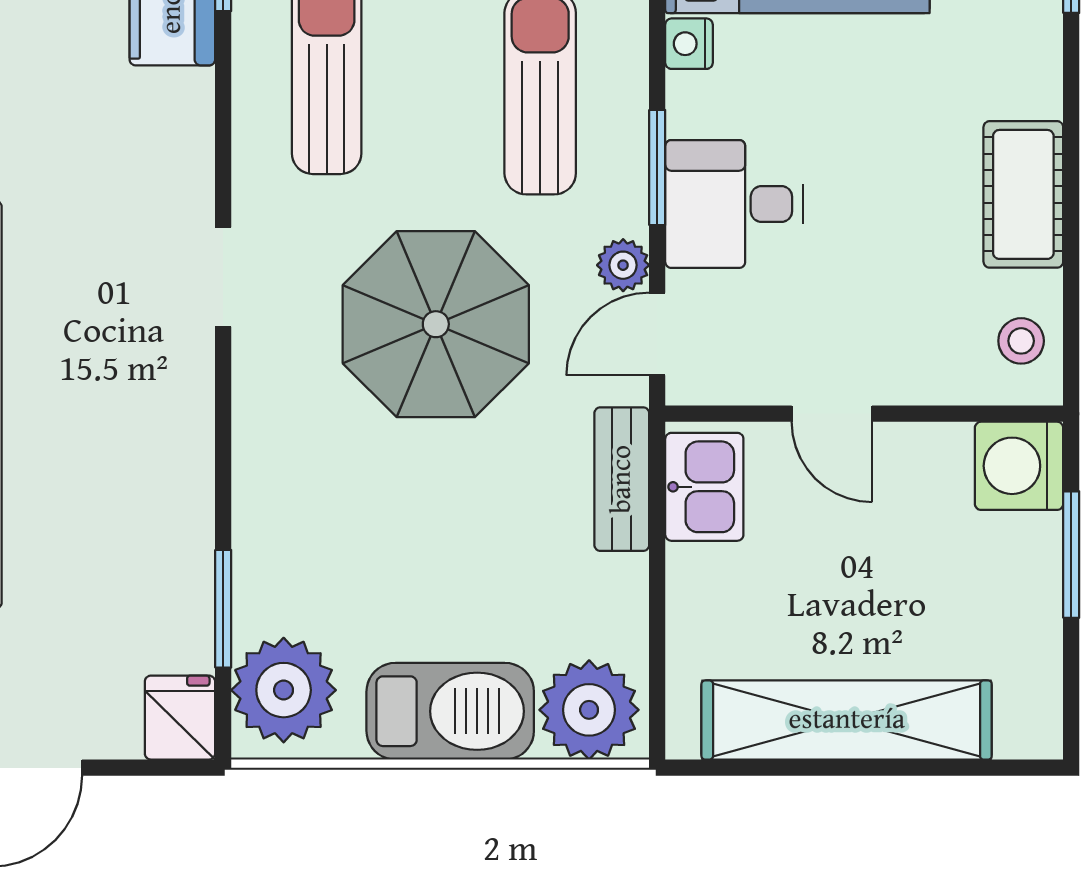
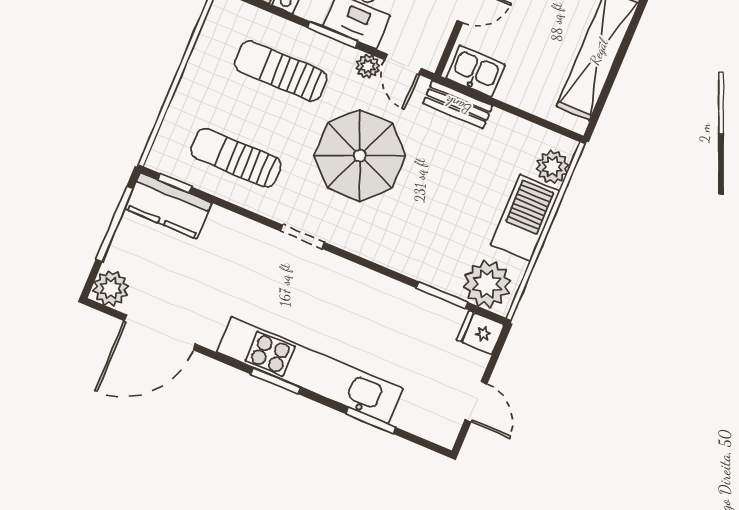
plant: (589, 710) -> (552, 167), width x0.73, depth x0.73

